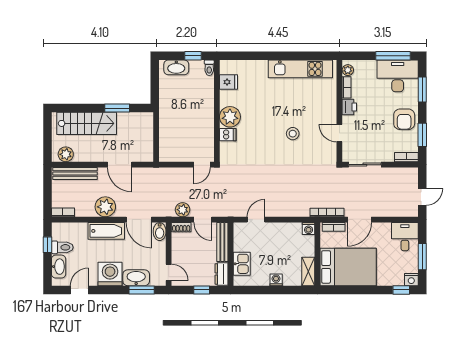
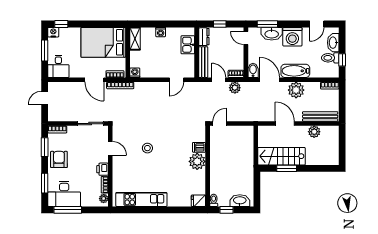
fridge: (228, 82) -> (198, 201), moved
stairs: (87, 123) -> (281, 156), moved
plant: (66, 154) -> (314, 132), moved
door: (359, 220) -> (94, 80), swing flipped

